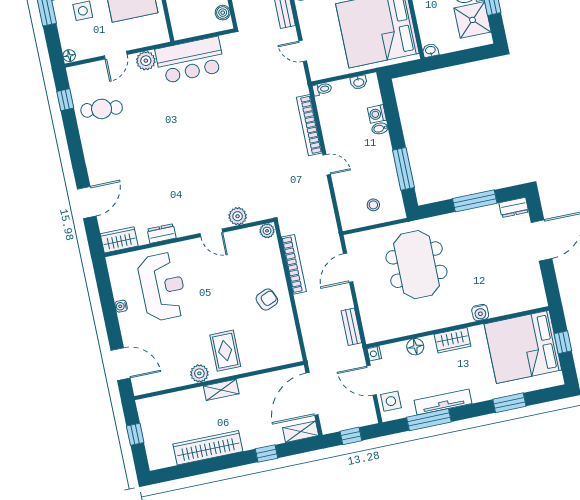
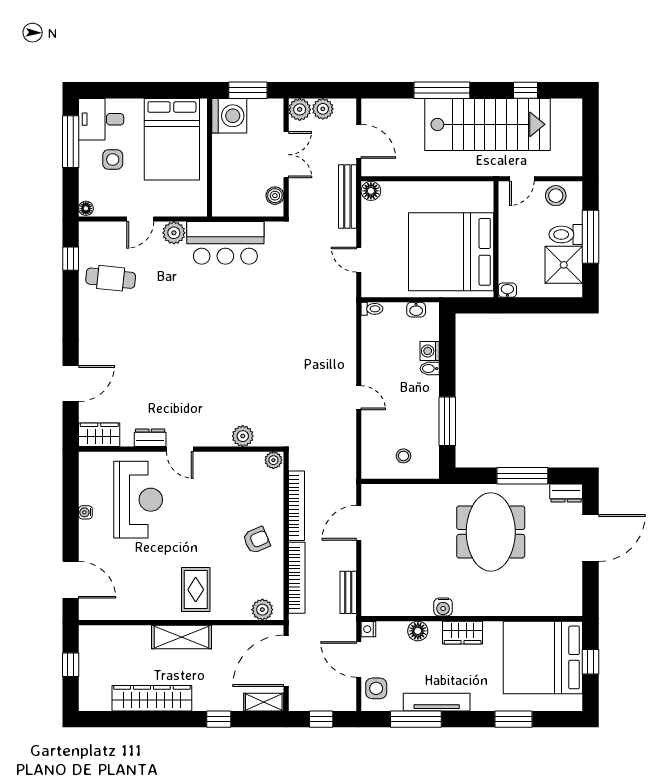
bookcase: (309, 125) -> (297, 578), moved, turned 180
door: (211, 233) -> (180, 449), moved
meeting table: (416, 265) -> (491, 532), moved
water cooler: (480, 313) -> (443, 607), moved
plant: (199, 373) -> (262, 610), moved
shelving: (221, 390) -> (181, 637), width x1.50, depth x1.33

